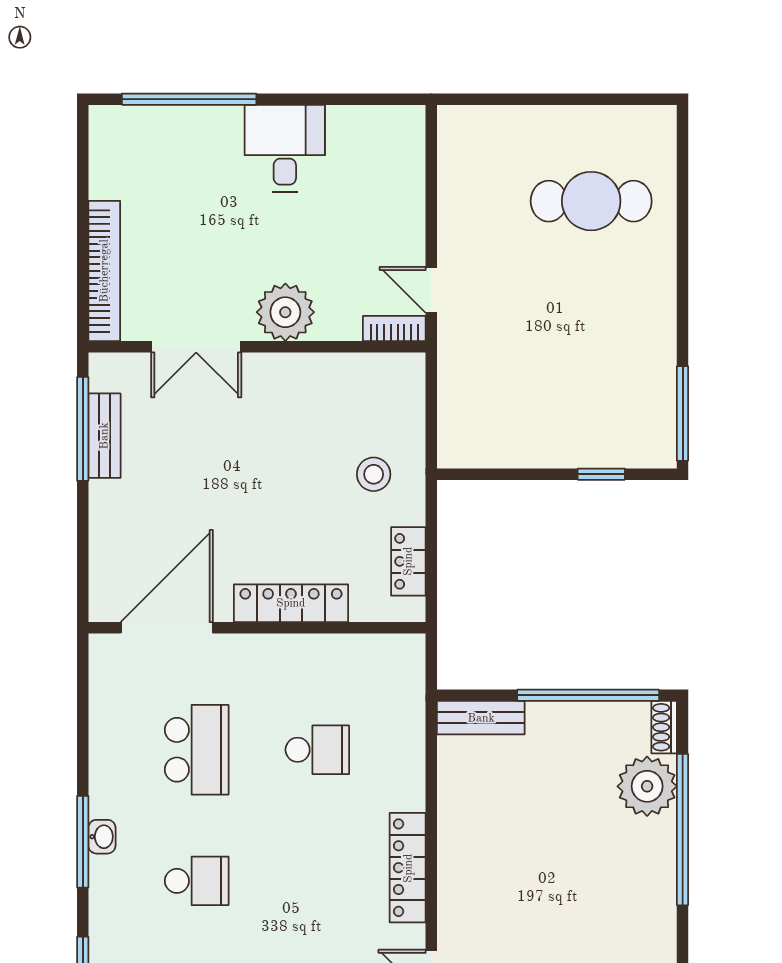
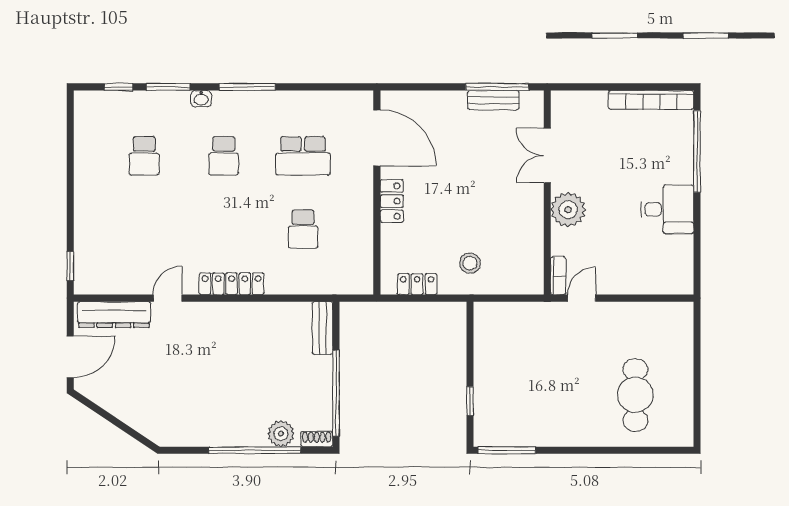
bookcase: (104, 271) -> (651, 100), moved
locker: (291, 603) -> (392, 201), width x0.66
plant: (647, 786) -> (281, 434), width x0.73, depth x0.73
washbasin: (102, 837) -> (201, 99), moved

